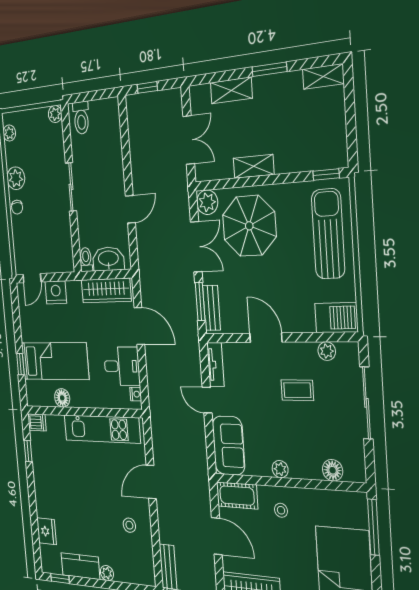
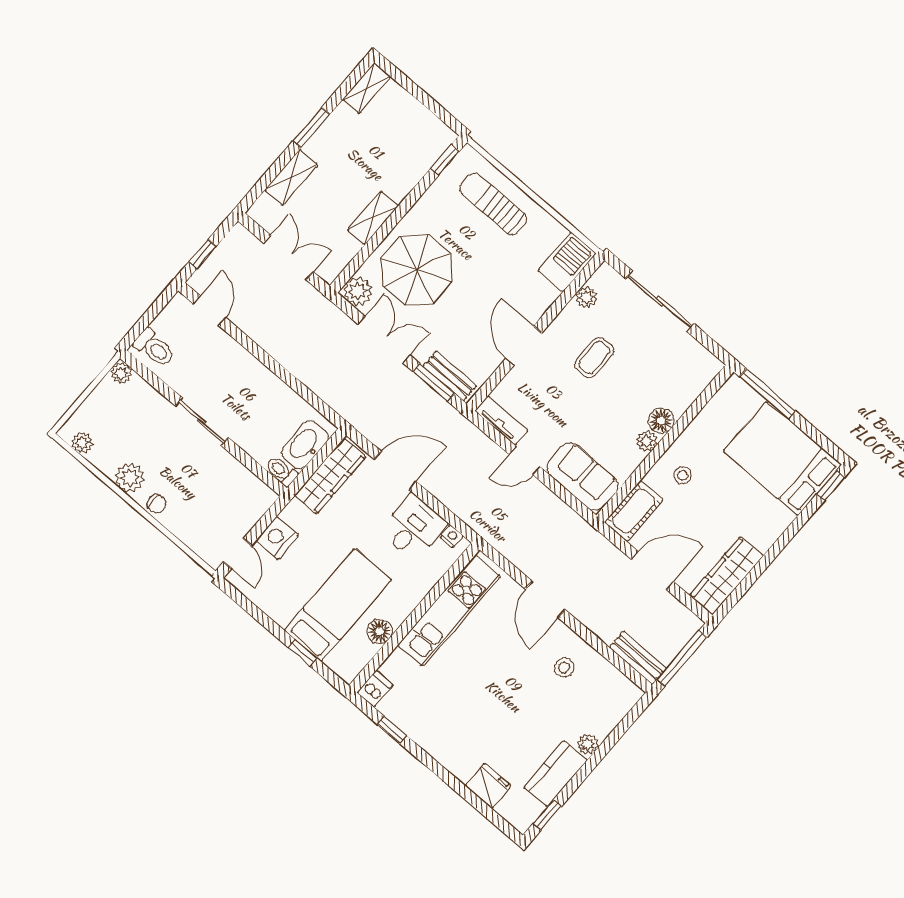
door: (130, 209) -> (210, 311), moved
sun lounger: (328, 234) -> (493, 204), width x0.73, depth x0.75
door: (266, 338) -> (524, 346), hinge flipped
floor lamp: (333, 470) -> (661, 421), moved

